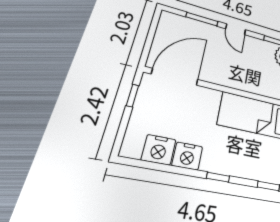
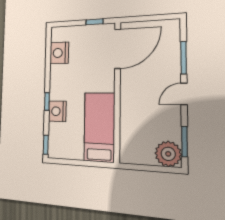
door: (175, 77) -> (118, 49), hinge flipped
nightstand: (187, 156) -> (57, 111), moved

